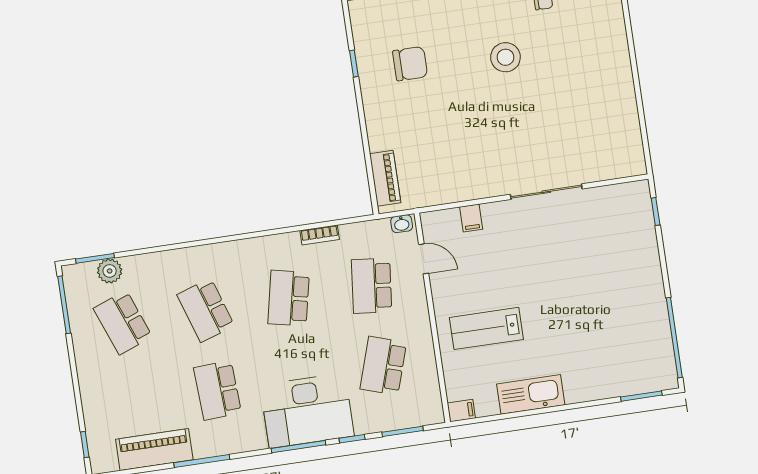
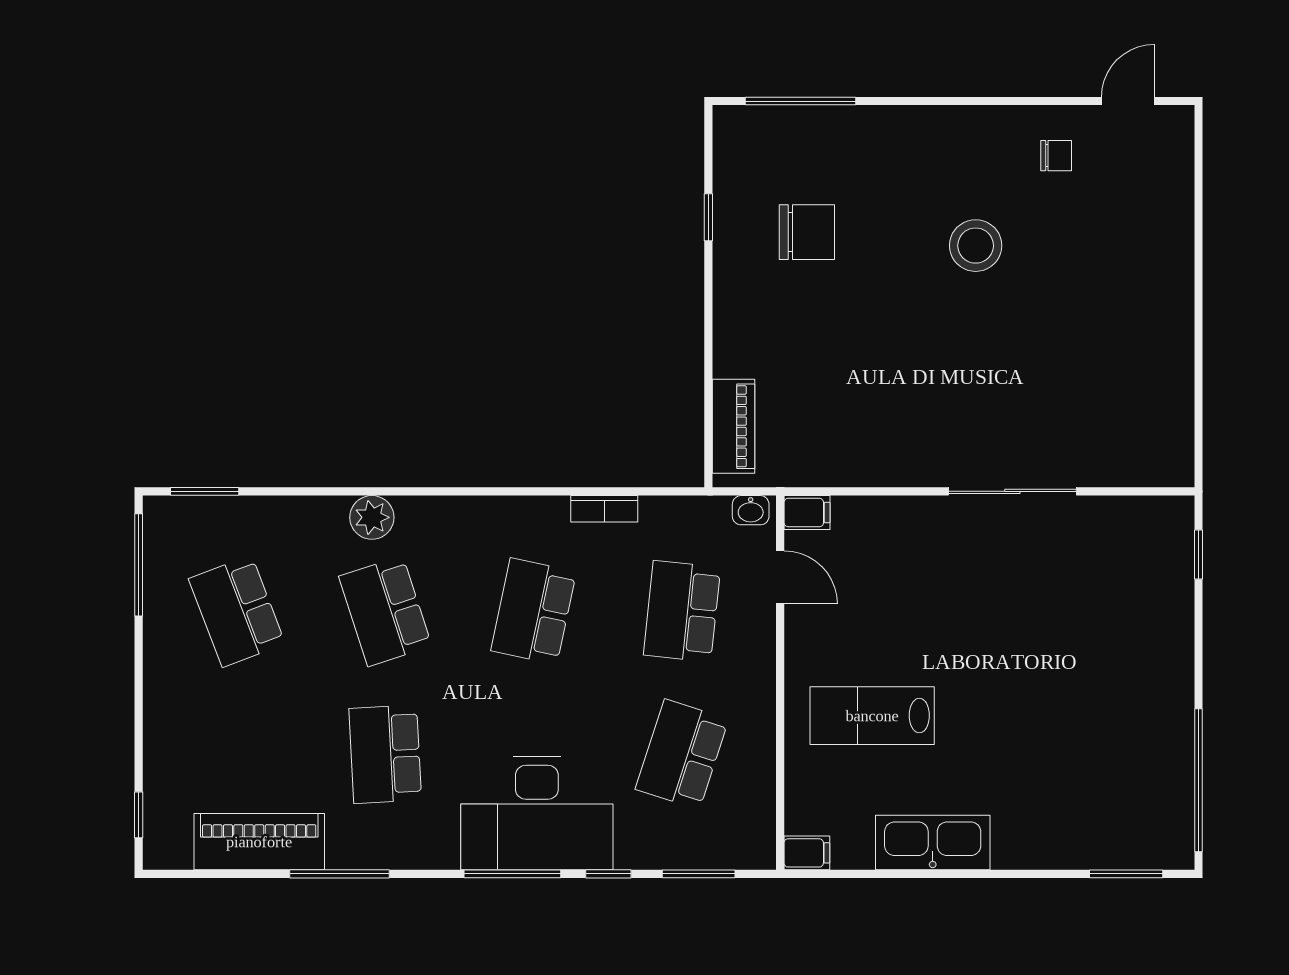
filing cabinet: (471, 218) -> (807, 513), moved, turned -90
plant: (110, 271) -> (372, 517), moved

